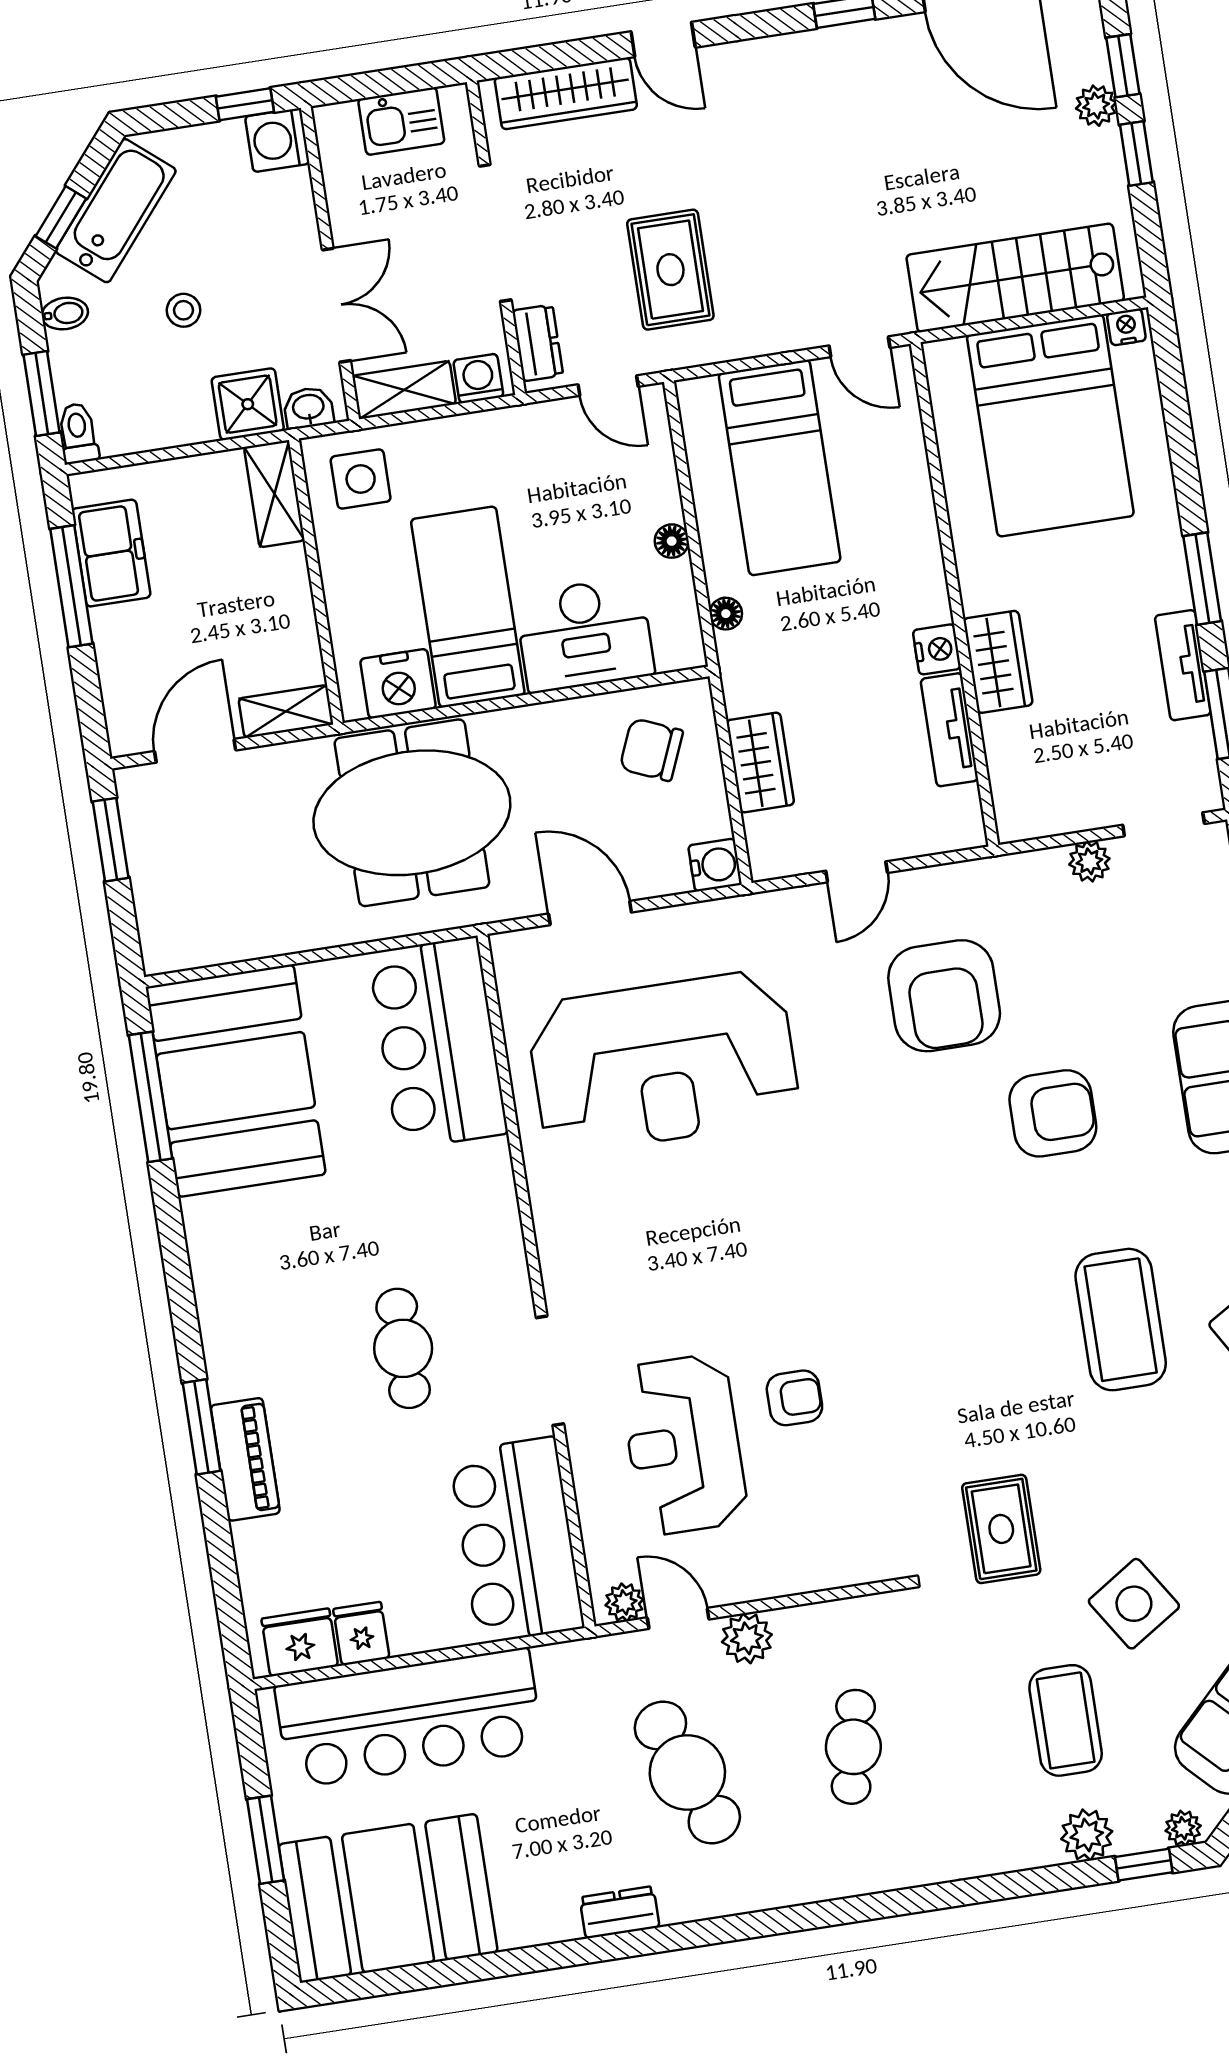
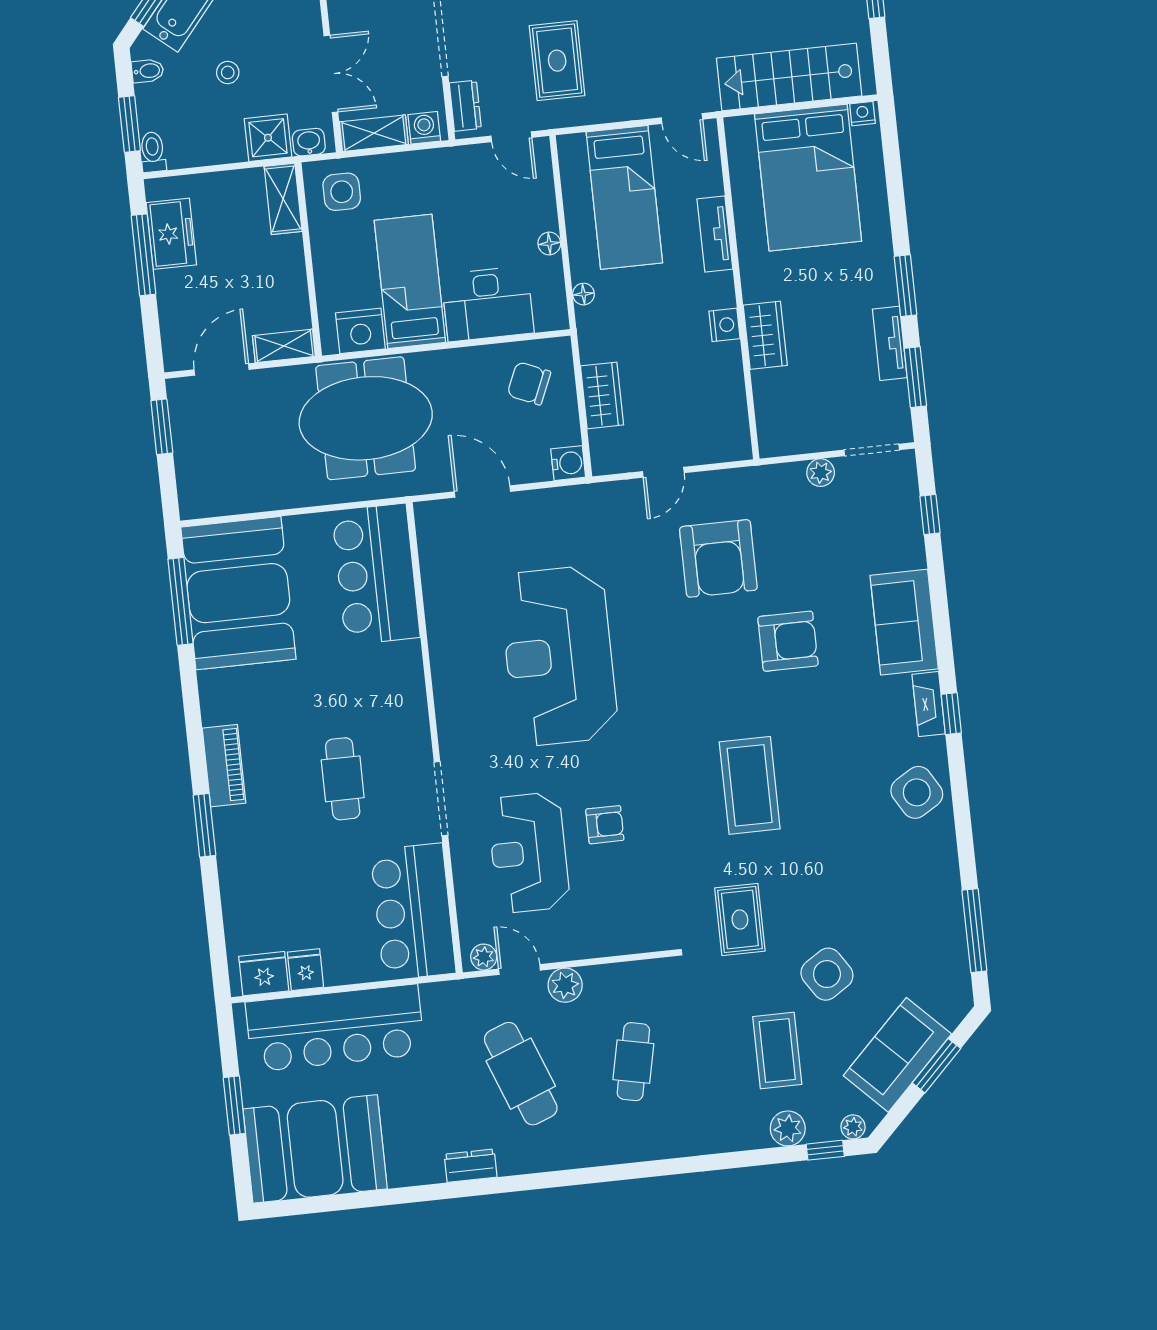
tv unit: (949, 730) -> (715, 234), moved
reception desk: (663, 1062) -> (559, 656), moved, turned 90
coffee table: (1121, 1320) -> (750, 785), moved
piano: (245, 1459) -> (224, 766), moved

